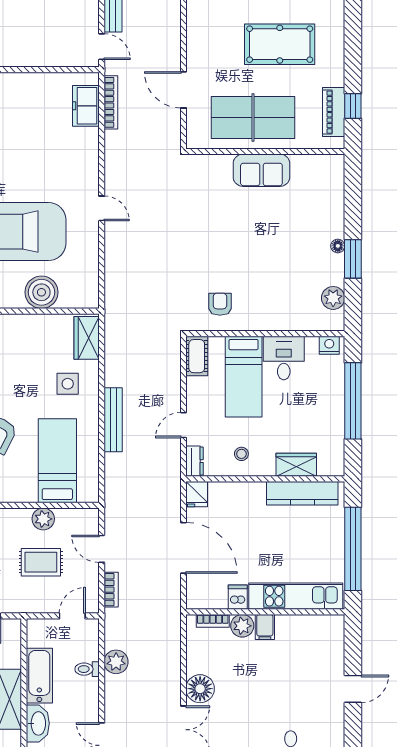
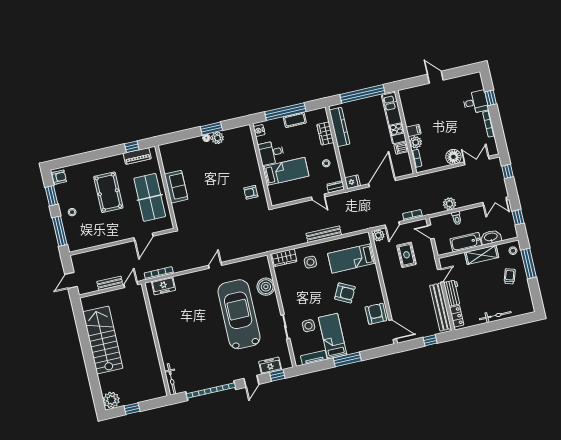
plant: (333, 298) -> (217, 138), moved
cot: (197, 356) -> (295, 120), moved
plant: (43, 519) -> (378, 235), moved

